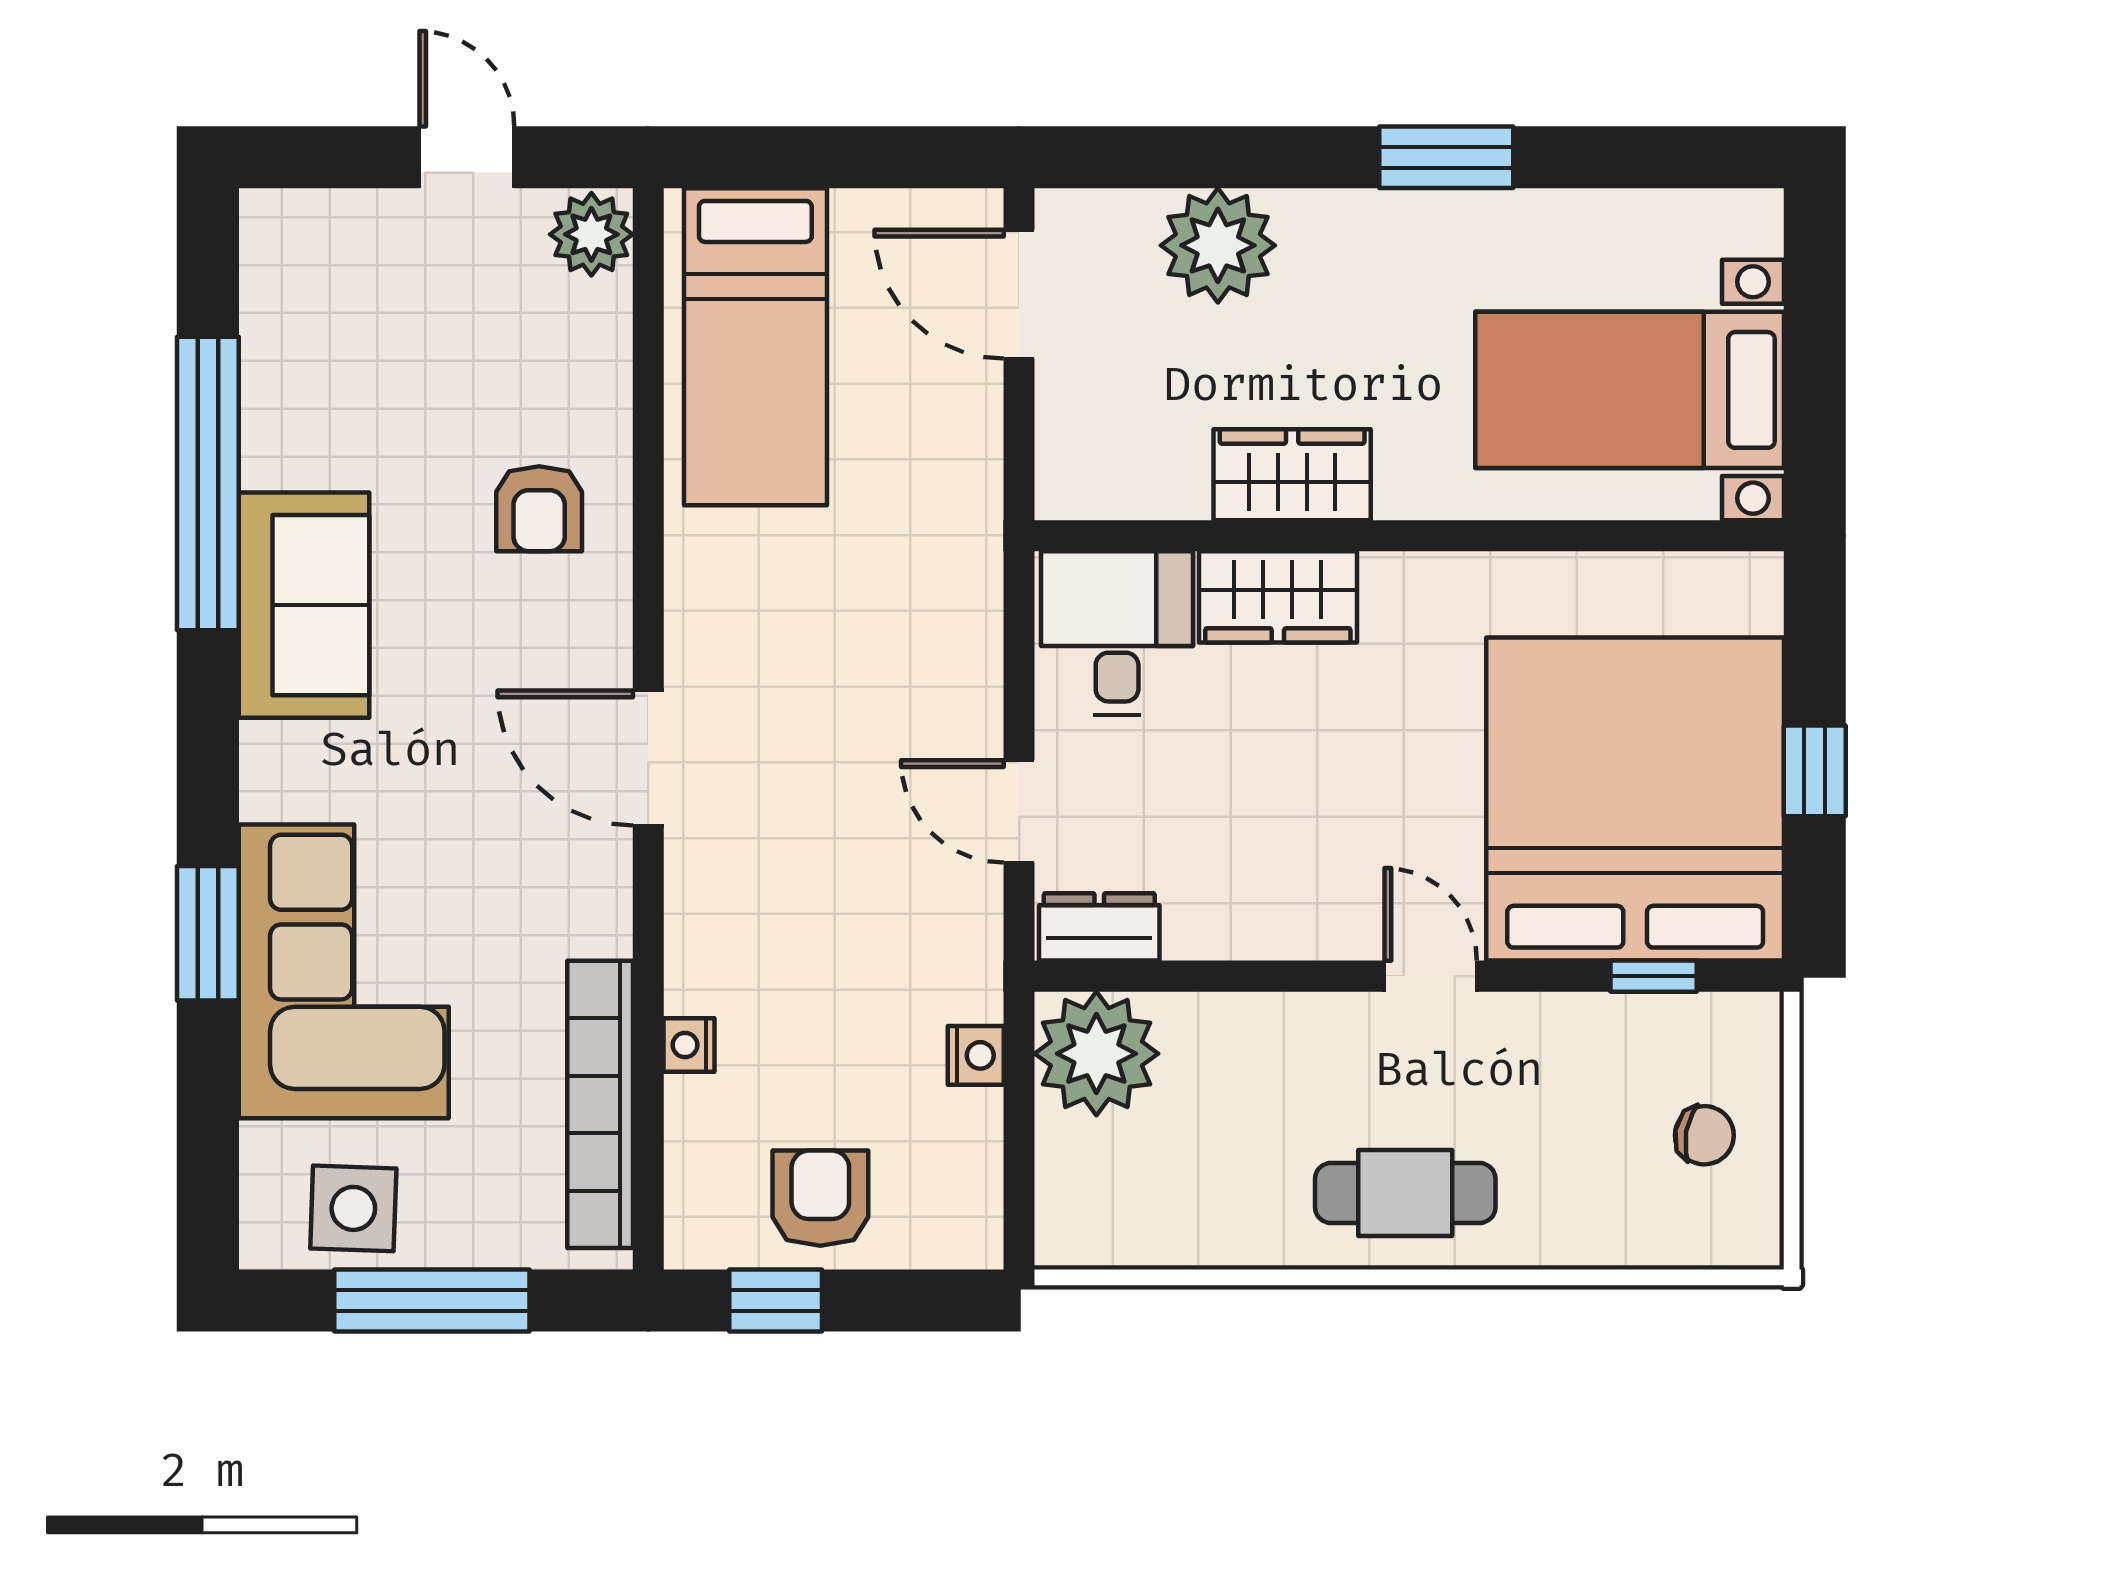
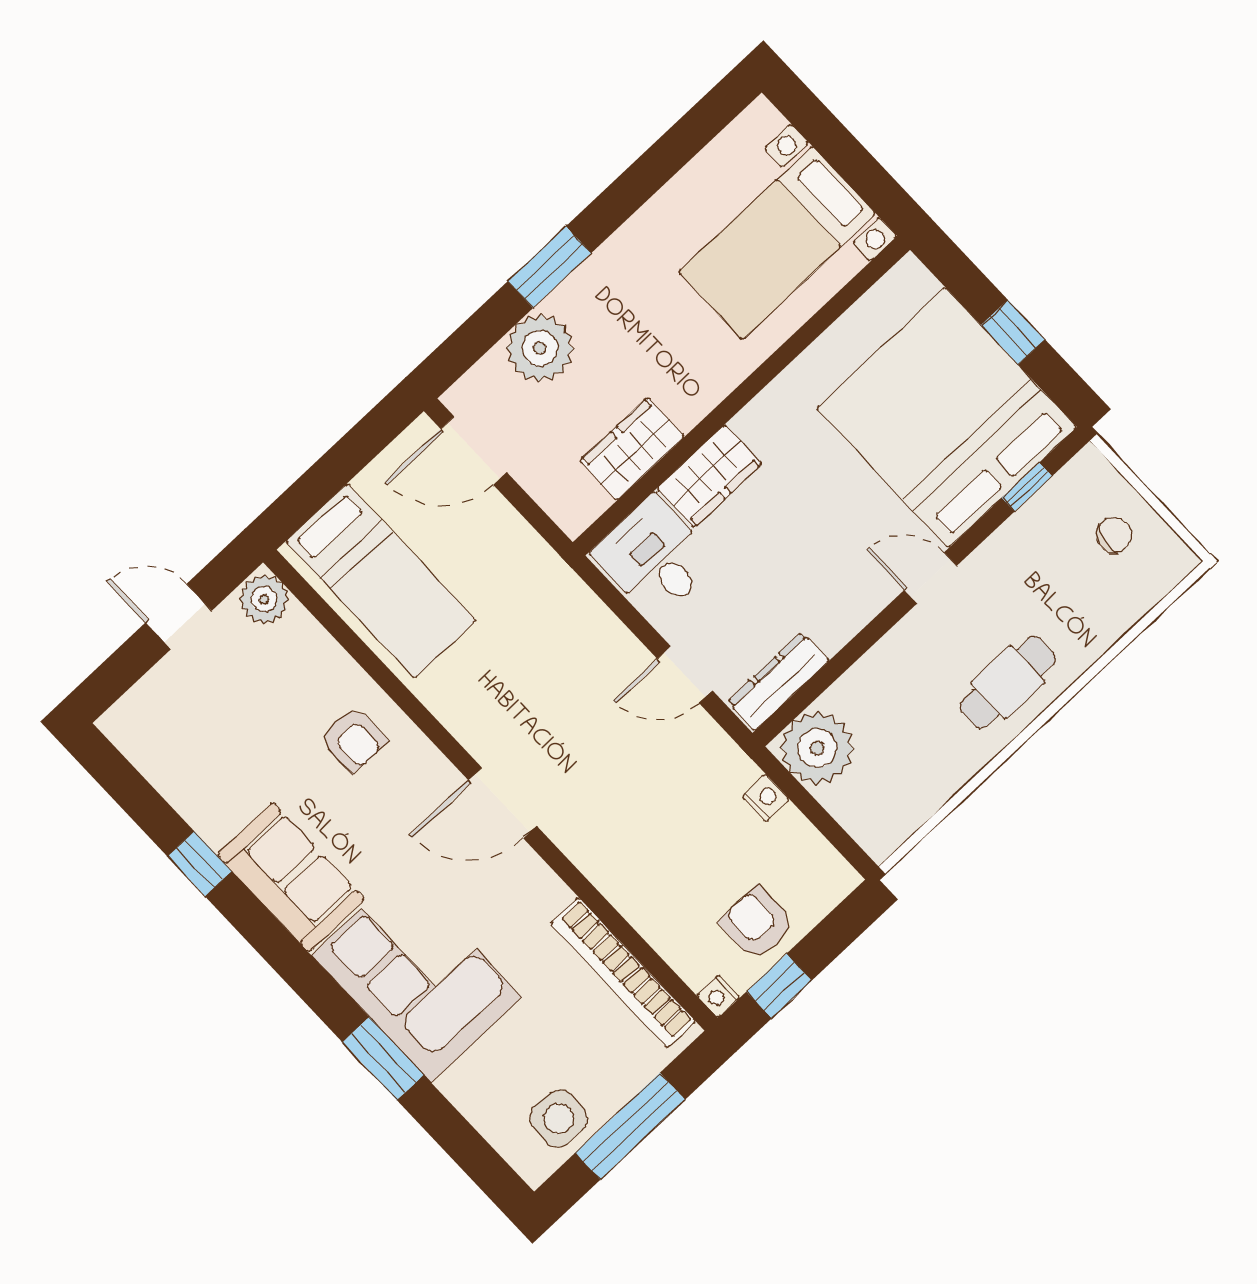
window: (1446, 157) -> (550, 267), moved
wardrobe: (1292, 475) -> (632, 449), moved
window: (208, 483) -> (200, 864), width x0.32
dresser: (1099, 927) -> (778, 681), width x1.44
corner sofa: (344, 971) -> (417, 976), moved
nightstand: (689, 1045) -> (718, 996), moved

